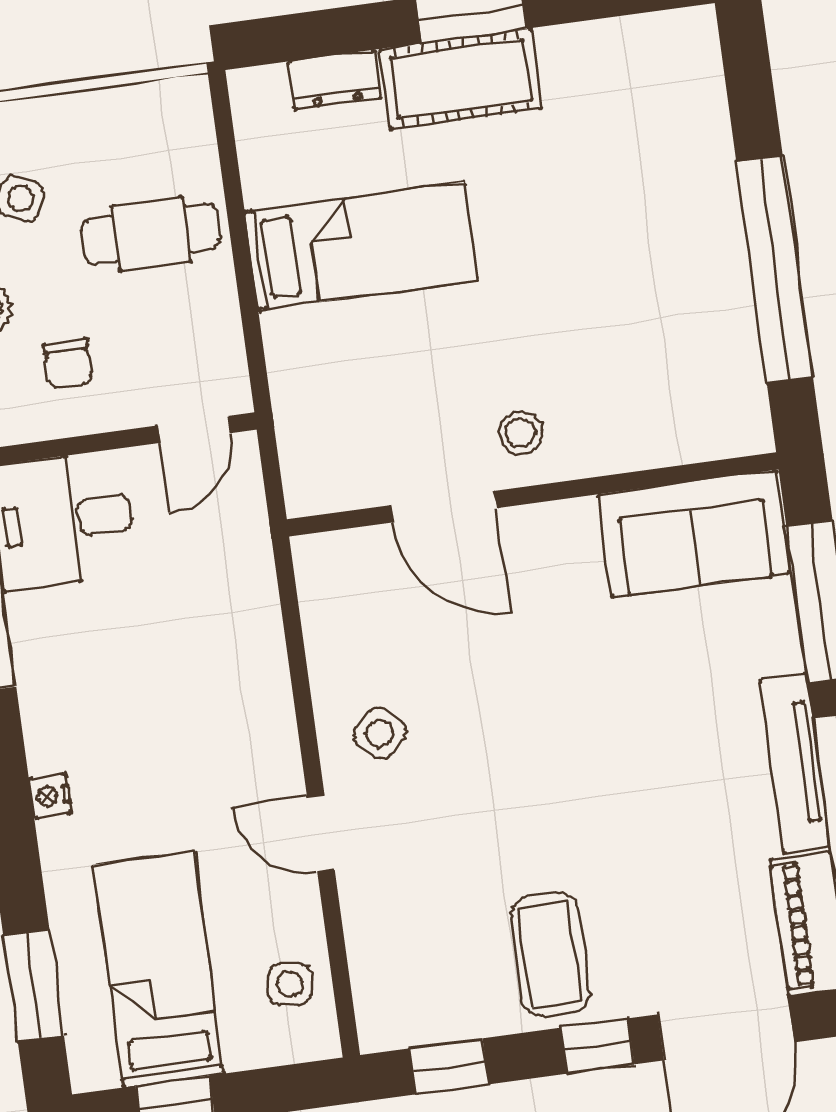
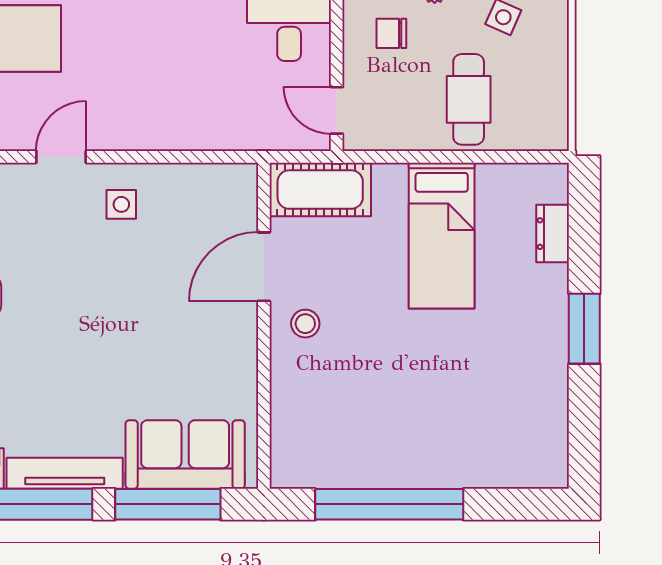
cot: (461, 79) -> (320, 190), moved, turned 90
sofa: (694, 534) -> (185, 454), moved, turned 90
side table: (380, 733) -> (121, 204), turned 45

